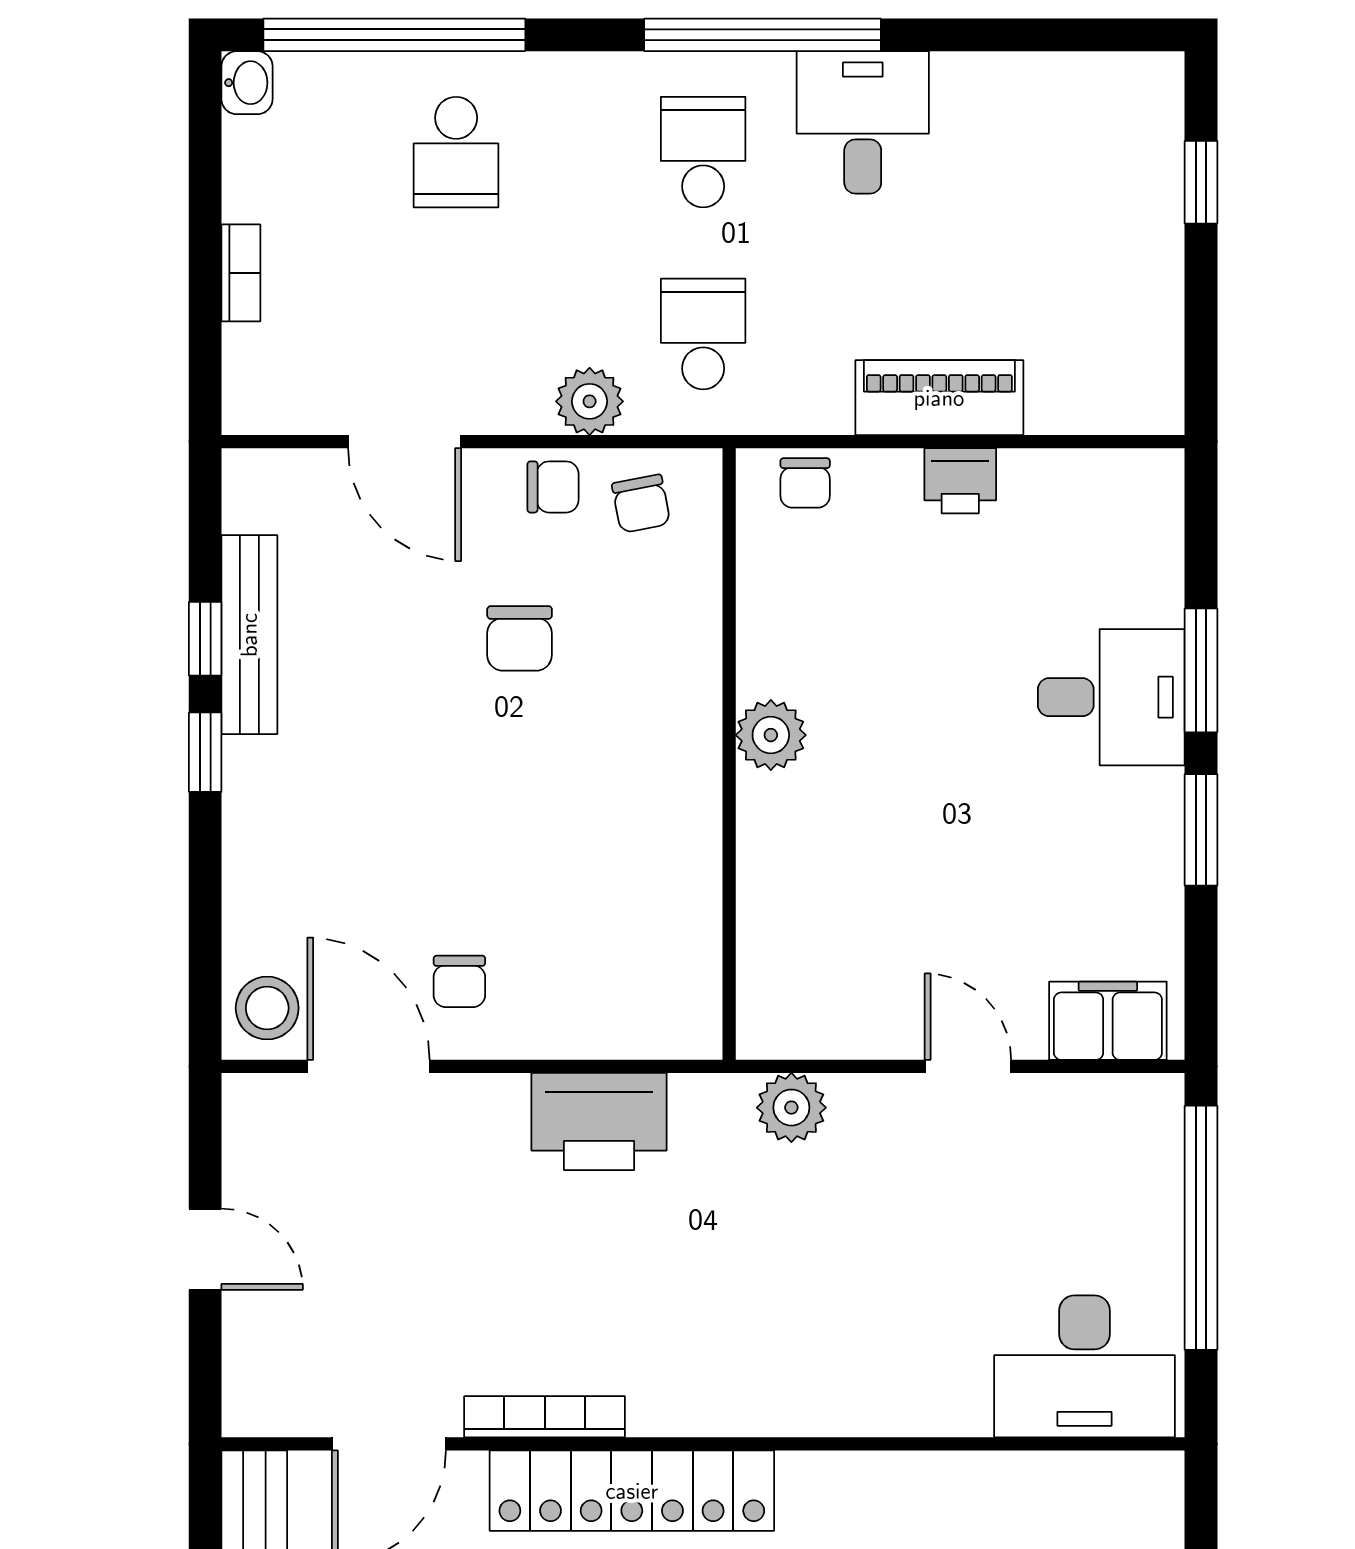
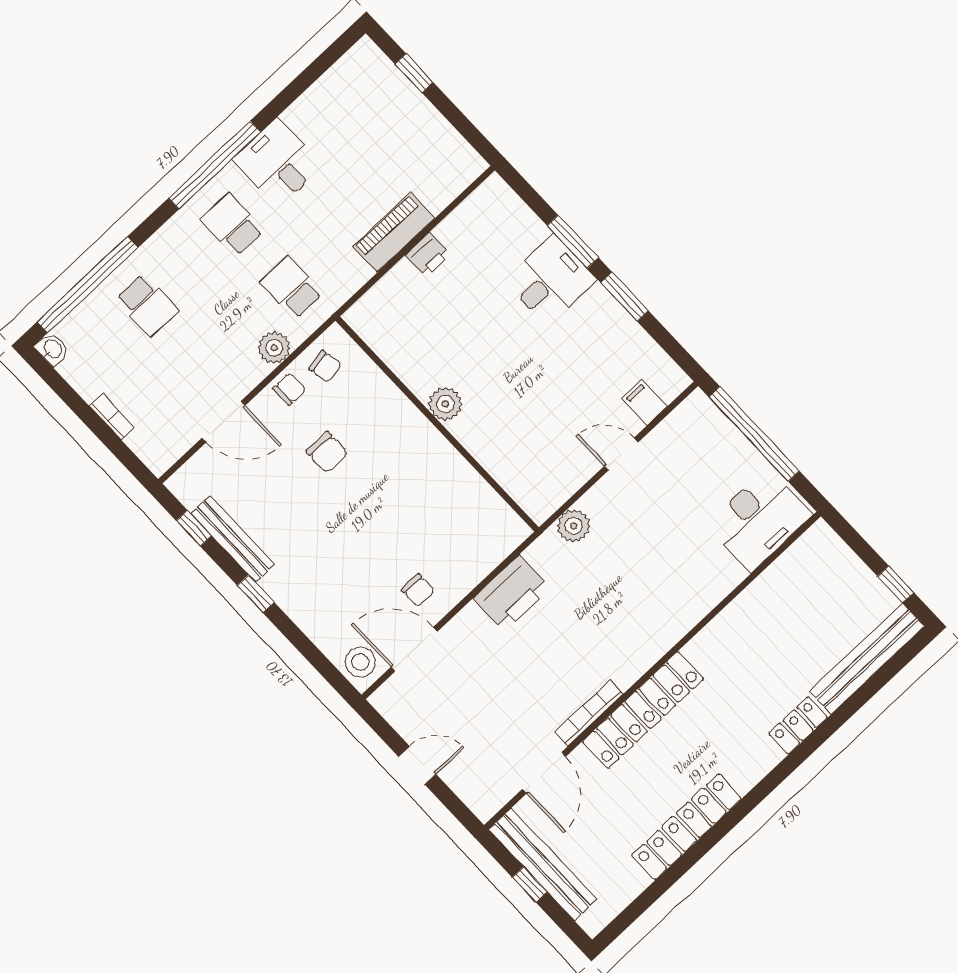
chair: (805, 483) -> (375, 306), removed
window: (205, 639) -> (194, 528), moved
filing cabinet: (1108, 1021) -> (644, 402), width x0.50

